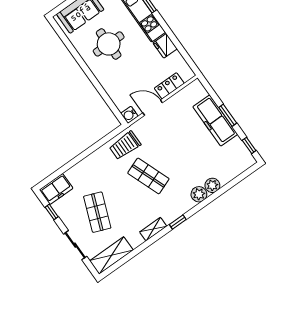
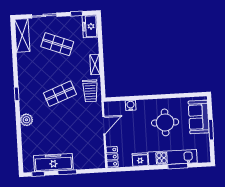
locker: (169, 86) -> (112, 157), moved
water cooler: (129, 115) -> (131, 105), moved
freezer: (215, 120) -> (53, 163), moved
trolley: (125, 145) -> (90, 91), turned 180
plant: (212, 185) -> (27, 133), removed
shelving: (153, 229) -> (95, 65), moved

